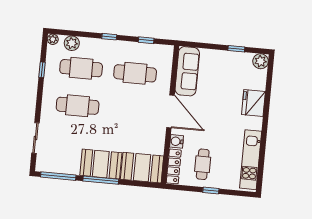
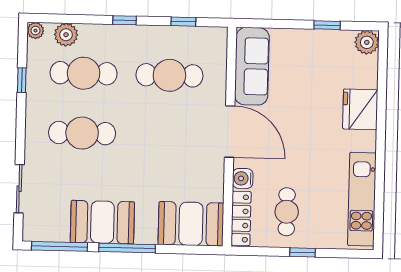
booth: (101, 164) -> (102, 222), moved

